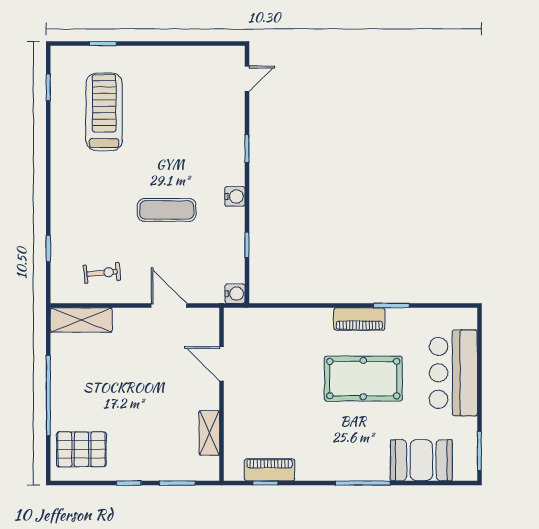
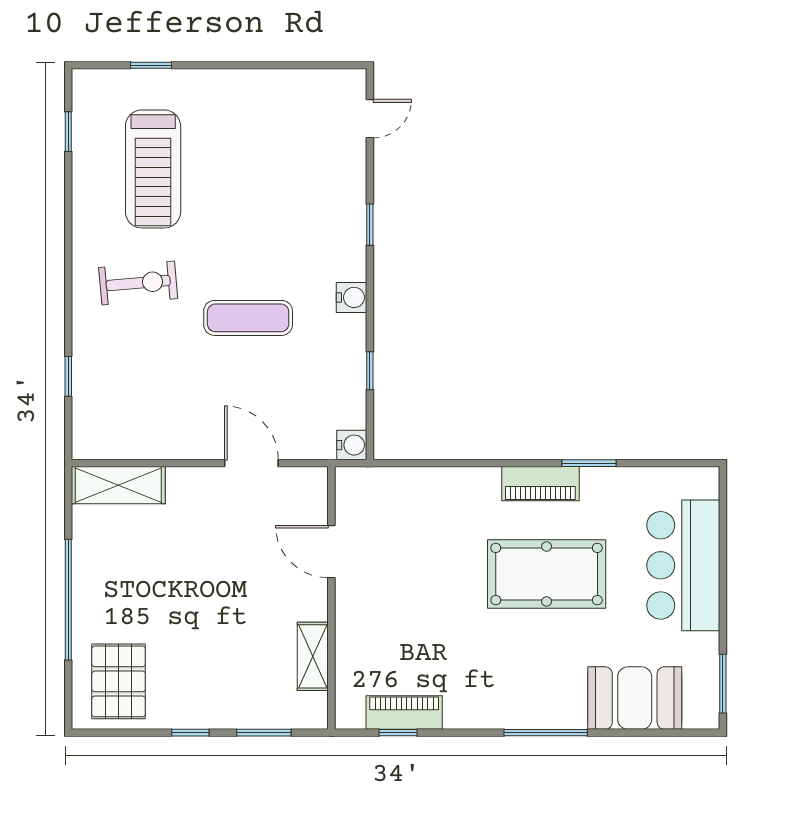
treadmill: (104, 112) -> (153, 169), turned 180
exercise bike: (102, 273) -> (138, 283), moved, width x1.38, depth x1.39
pallet: (81, 449) -> (119, 681), turned 90

